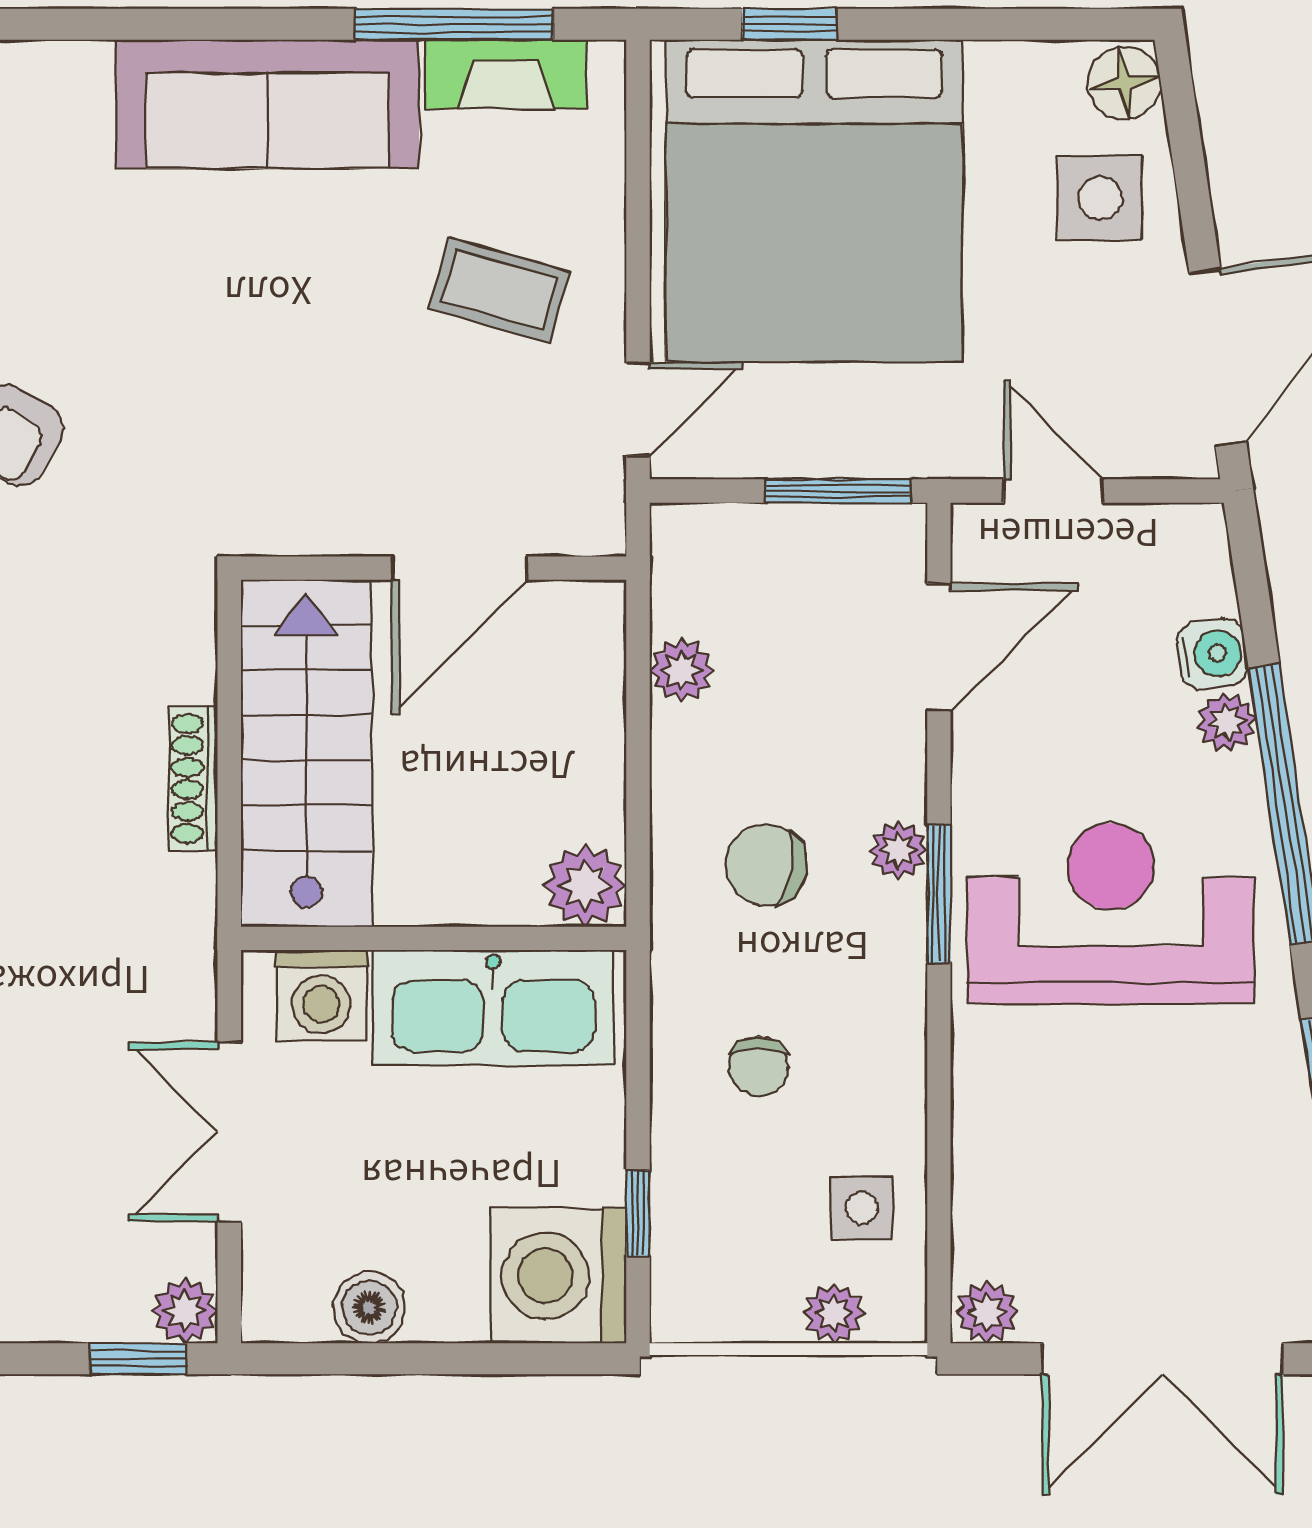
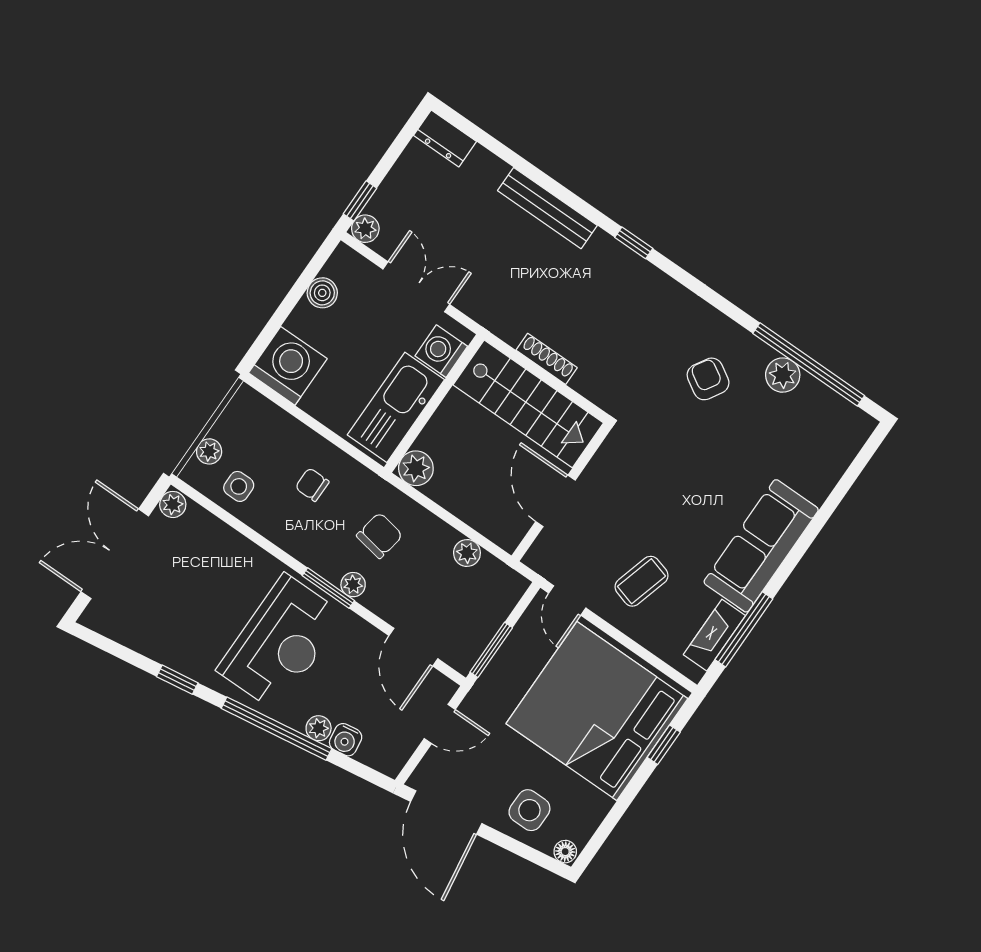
floor lamp: (1124, 83) -> (565, 852), width x0.73, depth x0.73
window: (638, 1213) -> (290, 408), removed

